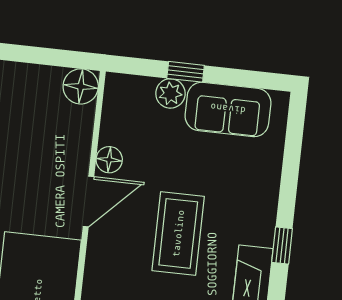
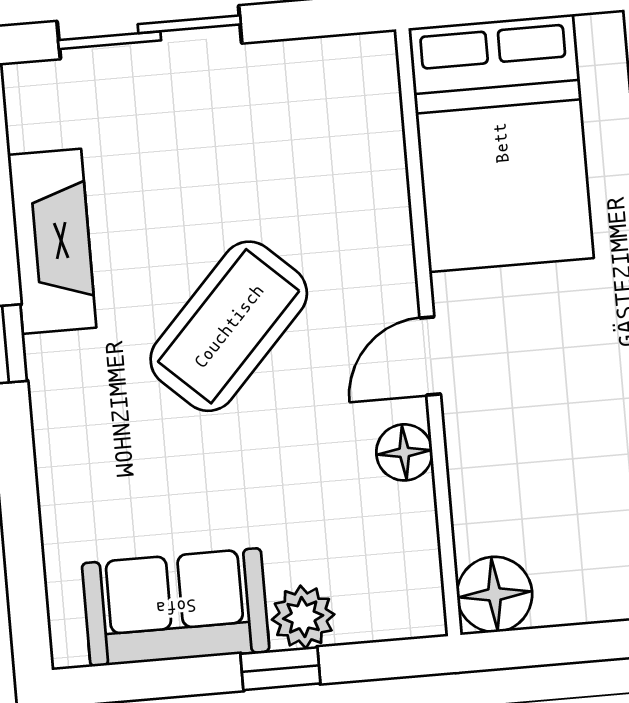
door: (89, 202) -> (430, 356), width x0.73
coffee table: (178, 233) -> (229, 326), turned 43

